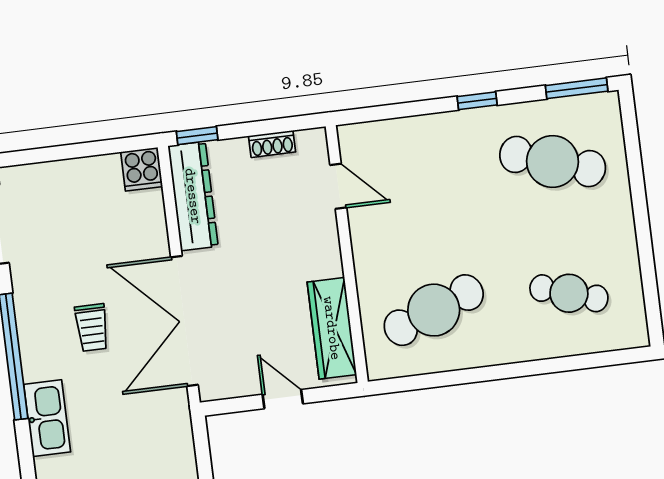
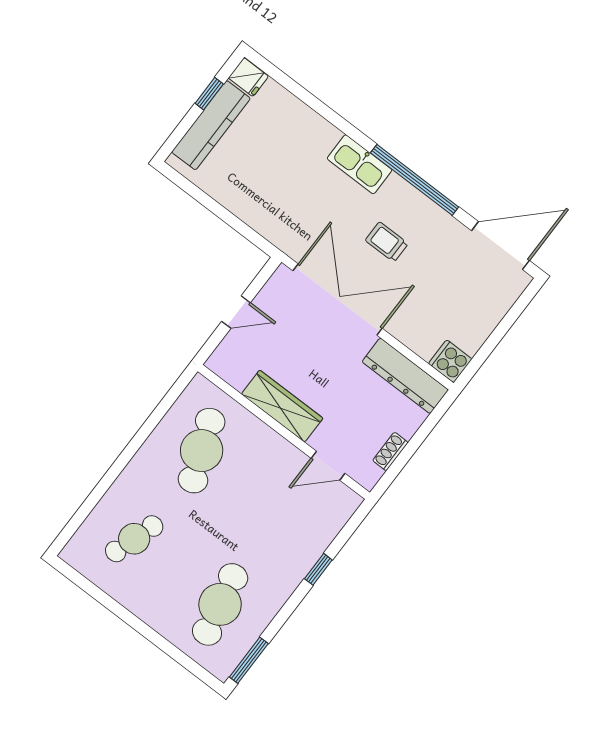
window: (477, 101) -> (318, 569), moved
window: (197, 136) -> (438, 413), removed
cafe table: (553, 162) -> (220, 604), turned -30
wardrobe: (332, 328) -> (282, 406), moved

